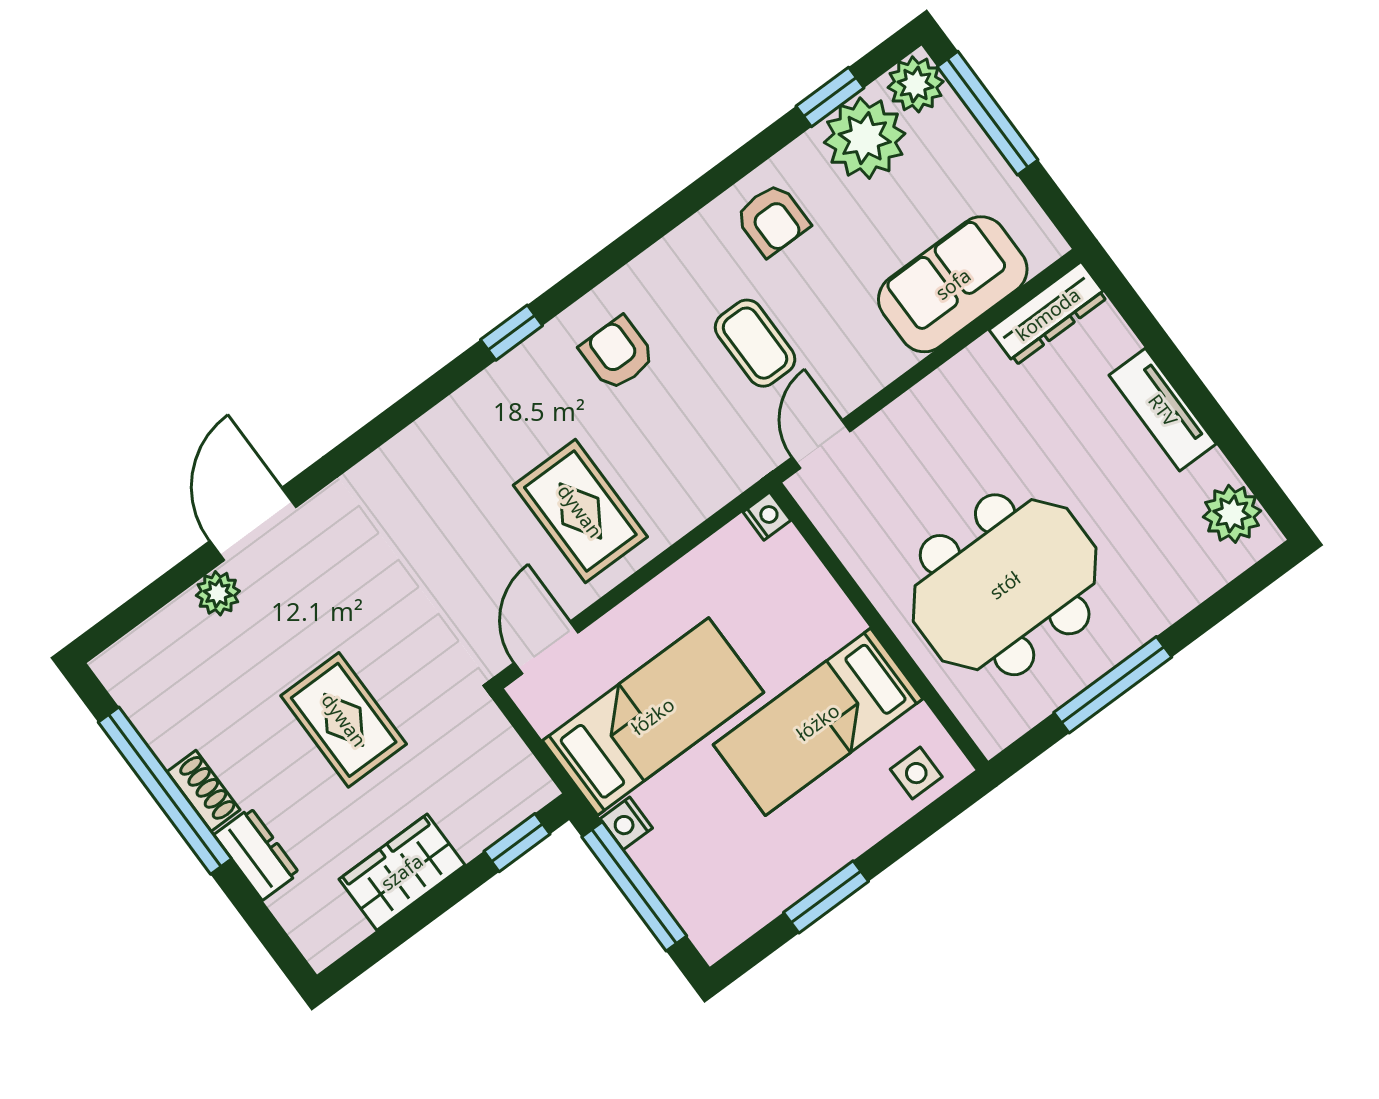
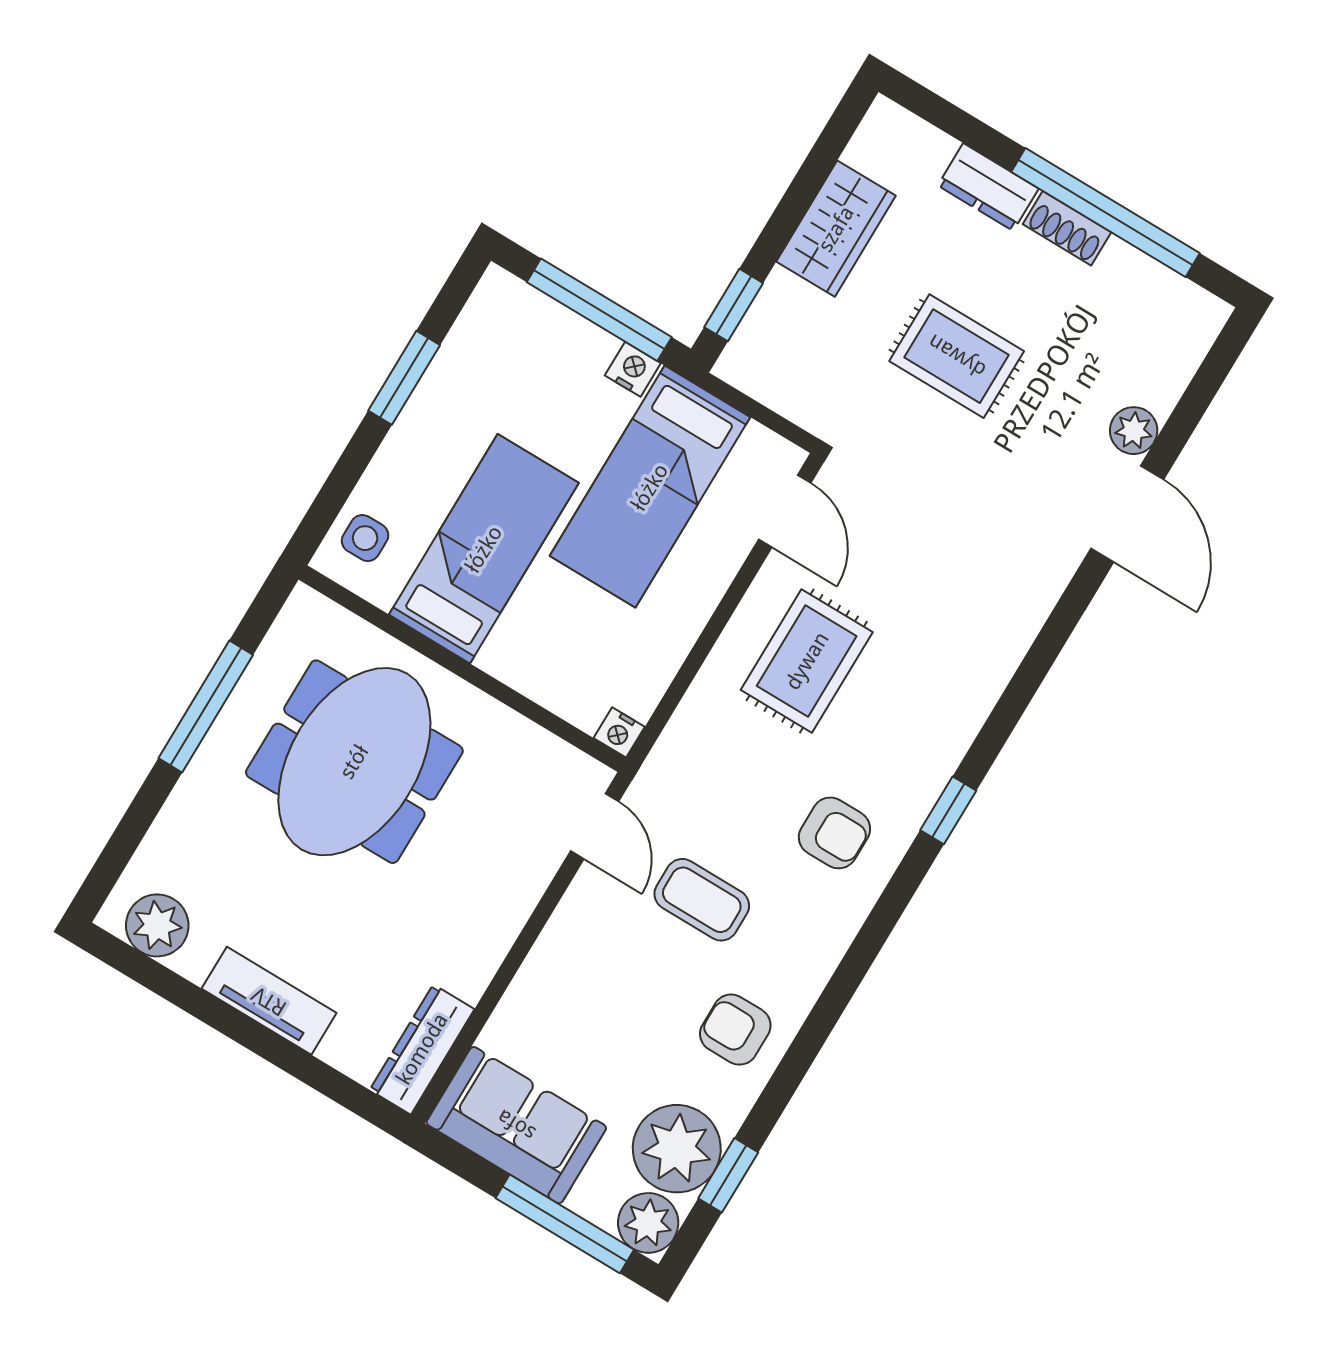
sofa: (953, 284) -> (516, 1125), moved, turned -90
rug: (580, 511) -> (807, 661), turned 90

